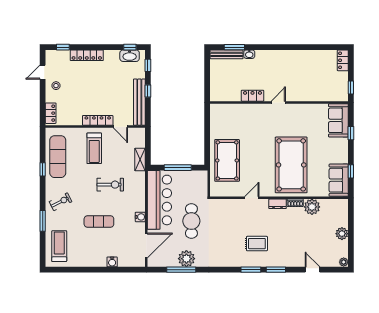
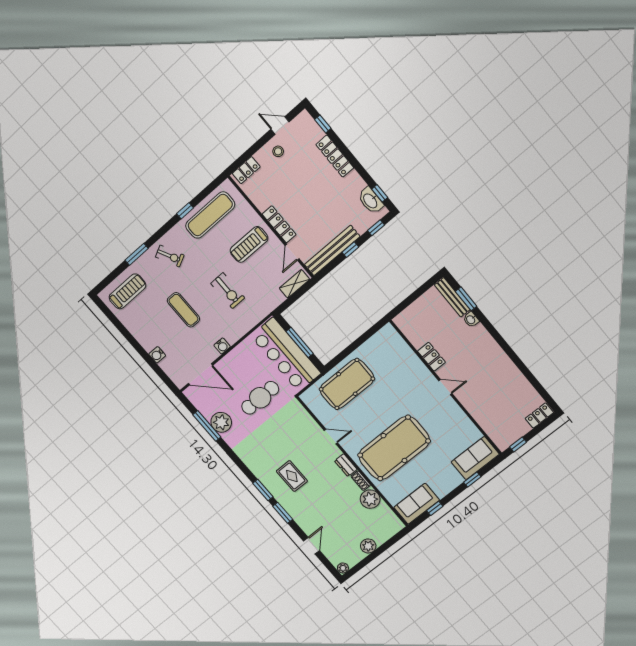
shelving: (140, 159) -> (294, 284), moved
bar counter: (159, 200) -> (286, 355), moved, turned 90

